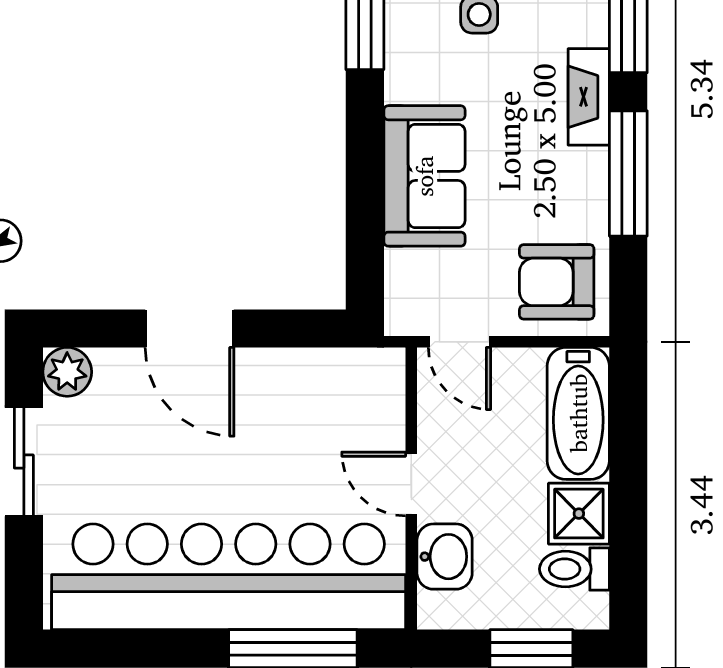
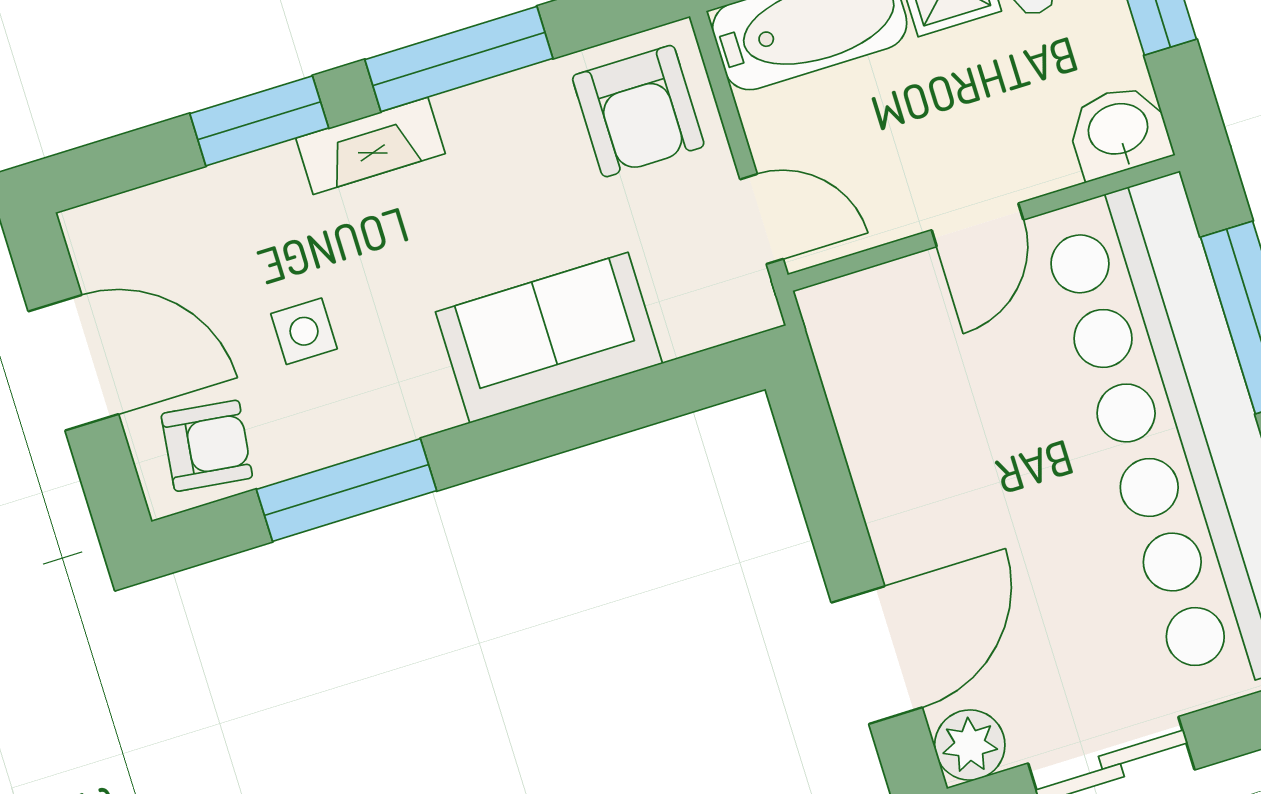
door: (190, 328) -> (877, 655), moved
door: (460, 342) -> (762, 219), hinge flipped
washbasin: (445, 557) -> (1119, 131), moved

